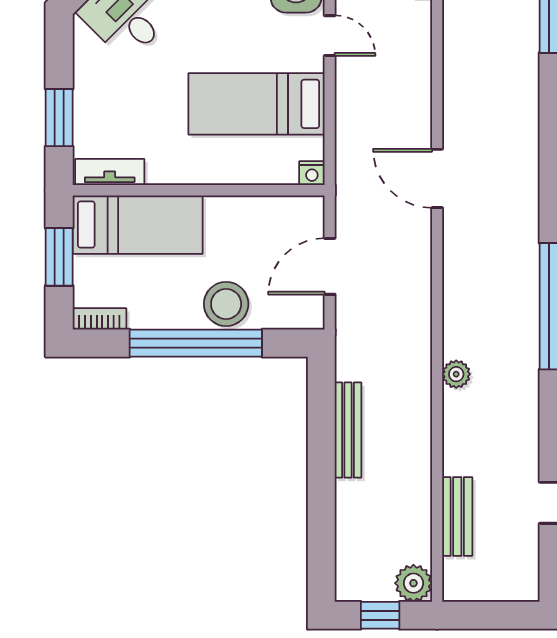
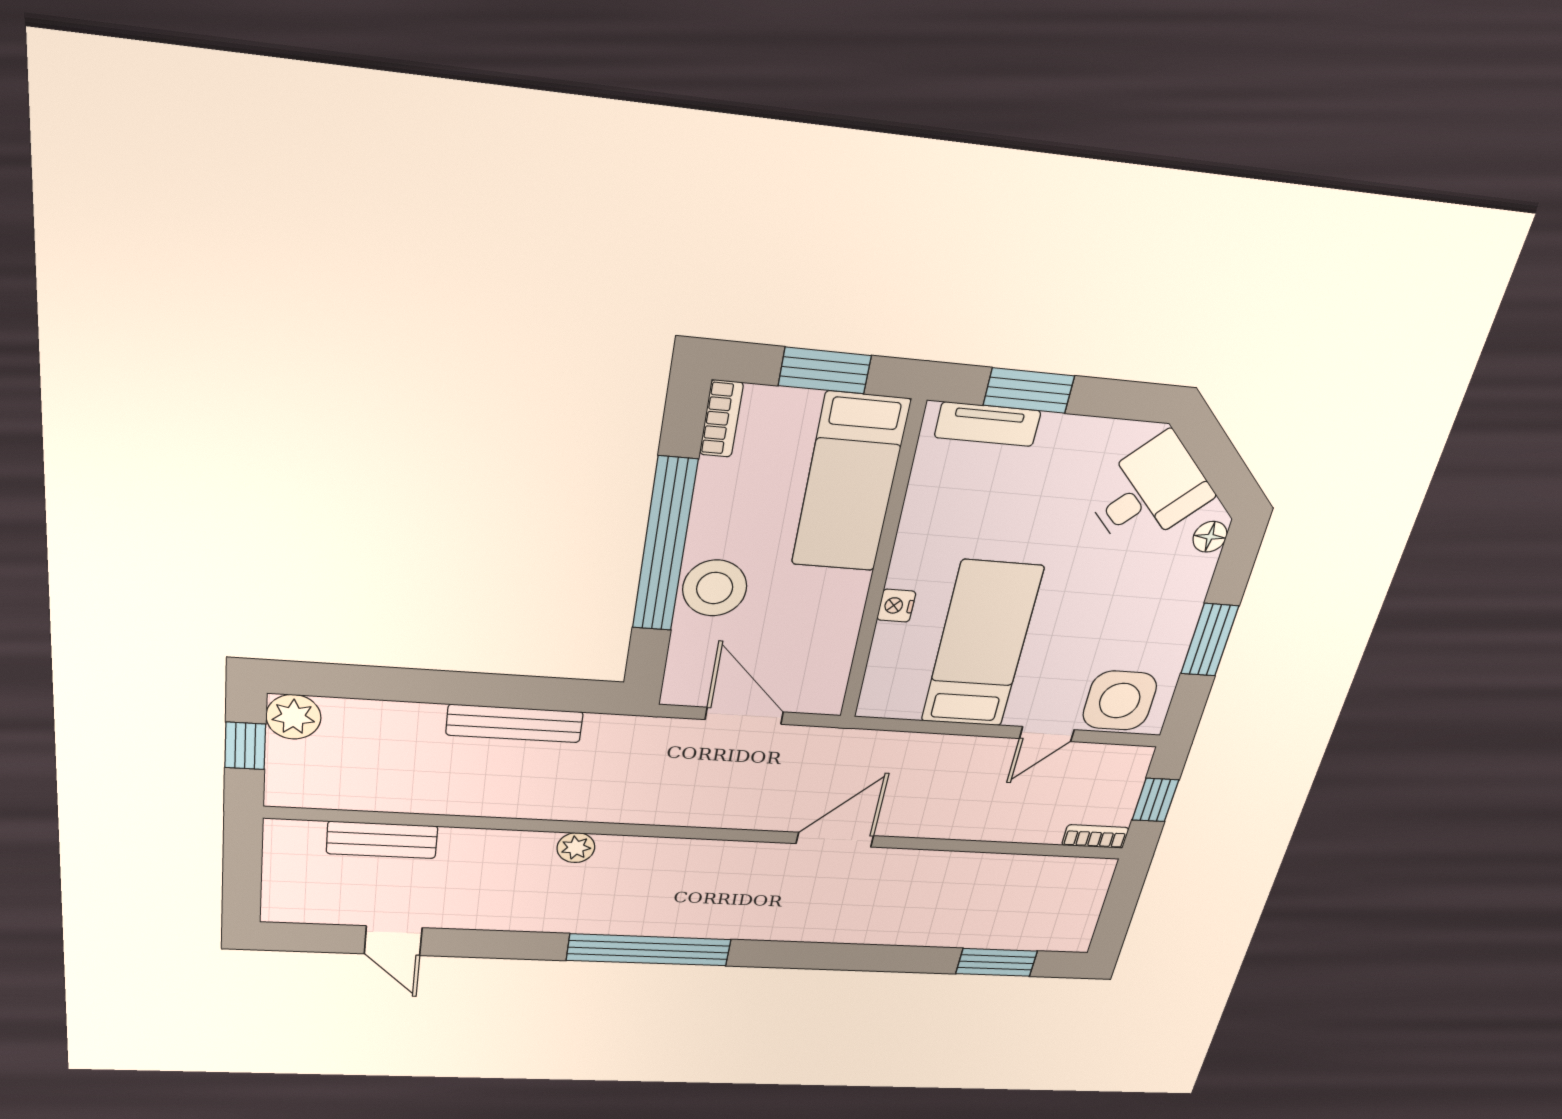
tv unit: (110, 172) -> (988, 424), moved, turned 90
nightstand: (312, 173) -> (896, 606), moved
plant: (413, 583) -> (293, 717), moved

